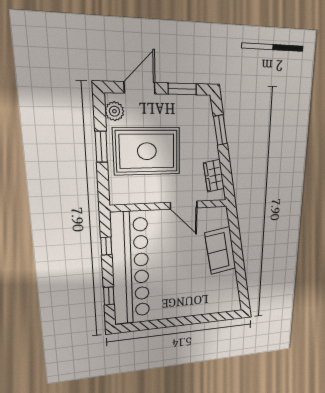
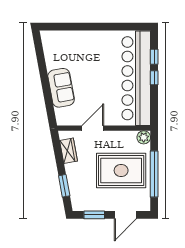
plant: (114, 111) -> (144, 137), moved
window: (101, 147) -> (154, 174), width x2.11
door: (184, 205) -> (93, 128), hinge flipped
window: (106, 246) -> (154, 78), moved

